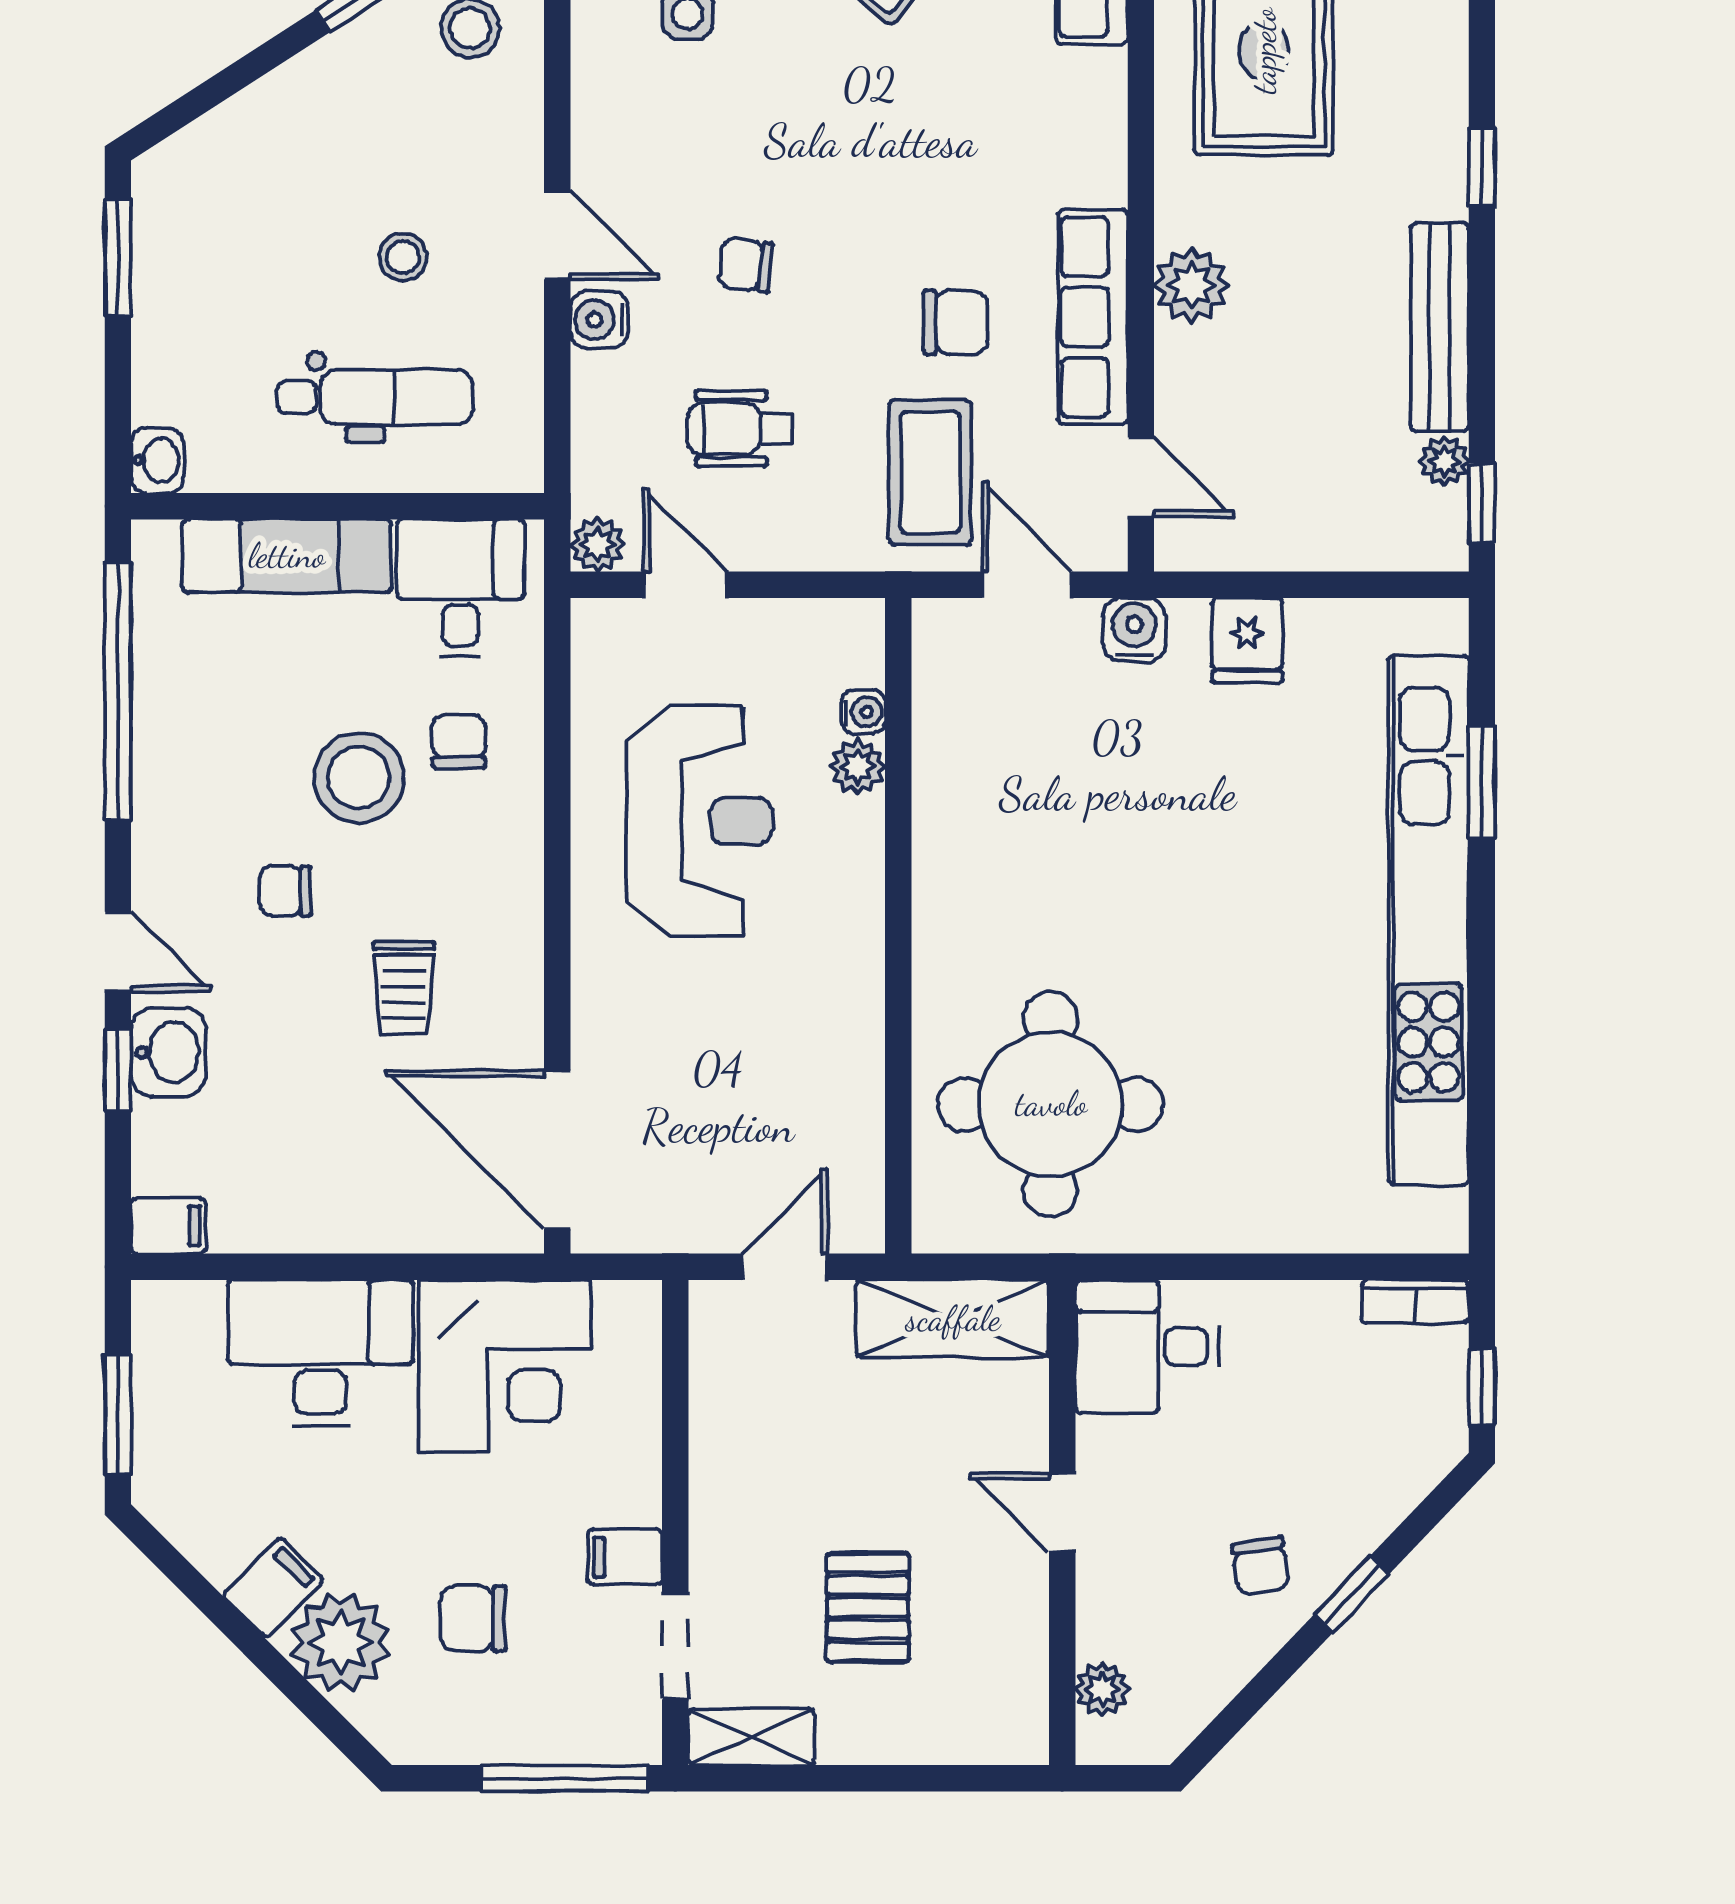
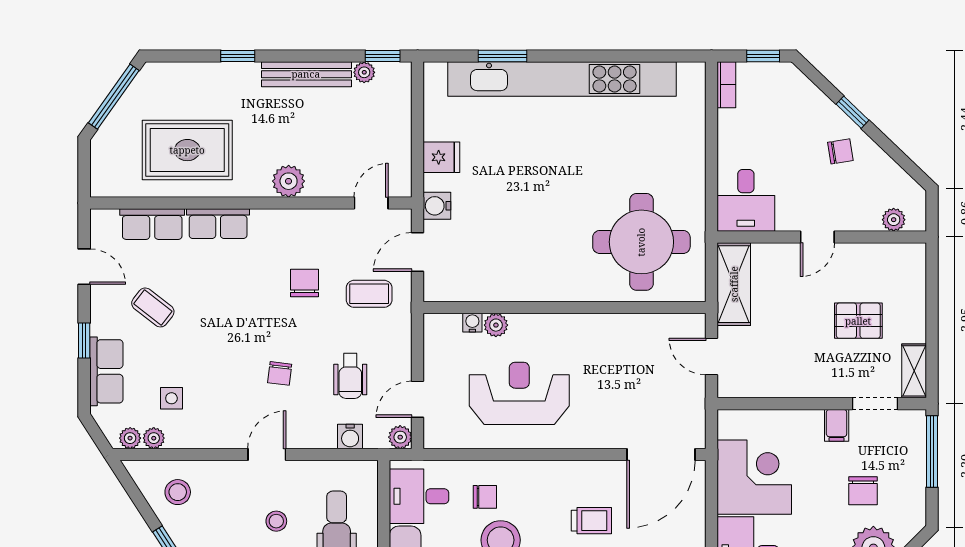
row of seats: (1093, 317) -> (218, 224), moved, width x0.68
water cooler: (599, 320) -> (350, 436), moved
coffee table: (930, 472) -> (369, 294), width x0.73, depth x0.77
chair: (459, 741) -> (485, 497), turned 180

